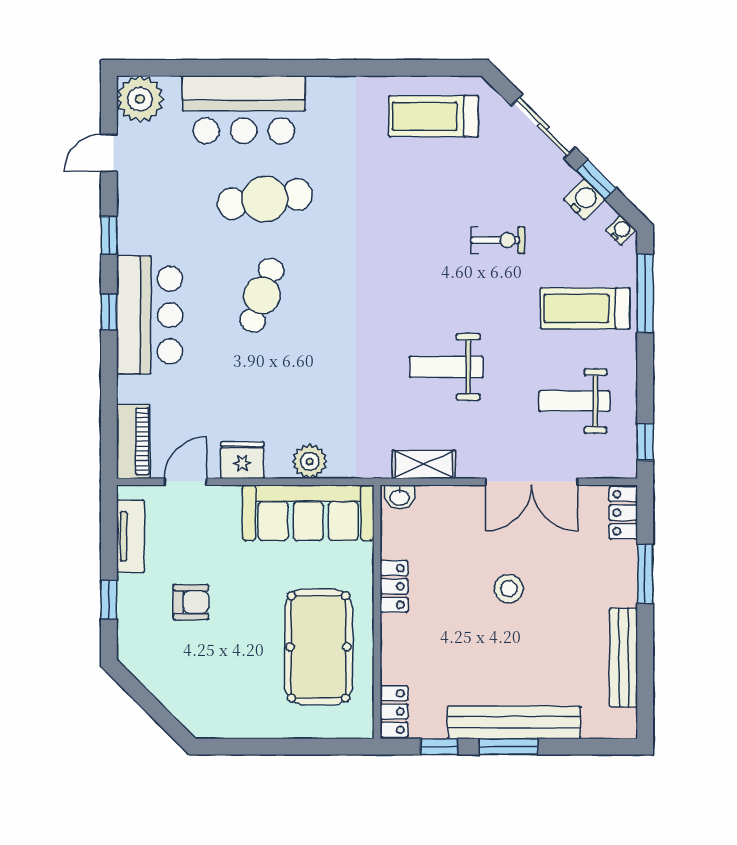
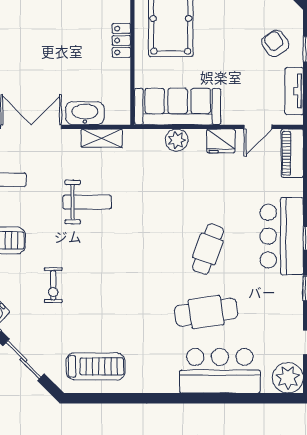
exercise bike: (498, 240) -> (53, 285), turned -90
washbasin: (400, 497) -> (85, 113), moved, width x1.91, depth x1.45
locker: (394, 586) -> (121, 40), moved
stool: (509, 589) -> (46, 57), removed
armchair: (191, 602) -> (275, 43), moved, turned 56

